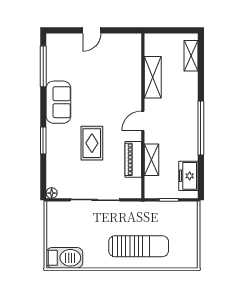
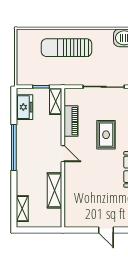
door: (92, 30) -> (106, 230), swing flipped
door: (143, 121) -> (63, 154), hinge flipped
shelving: (151, 160) -> (56, 101), moved

